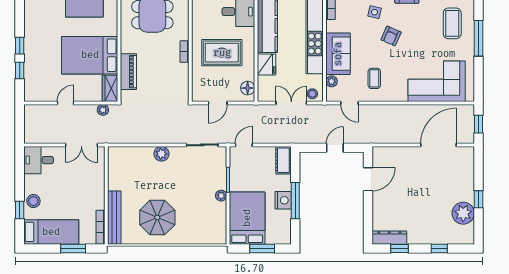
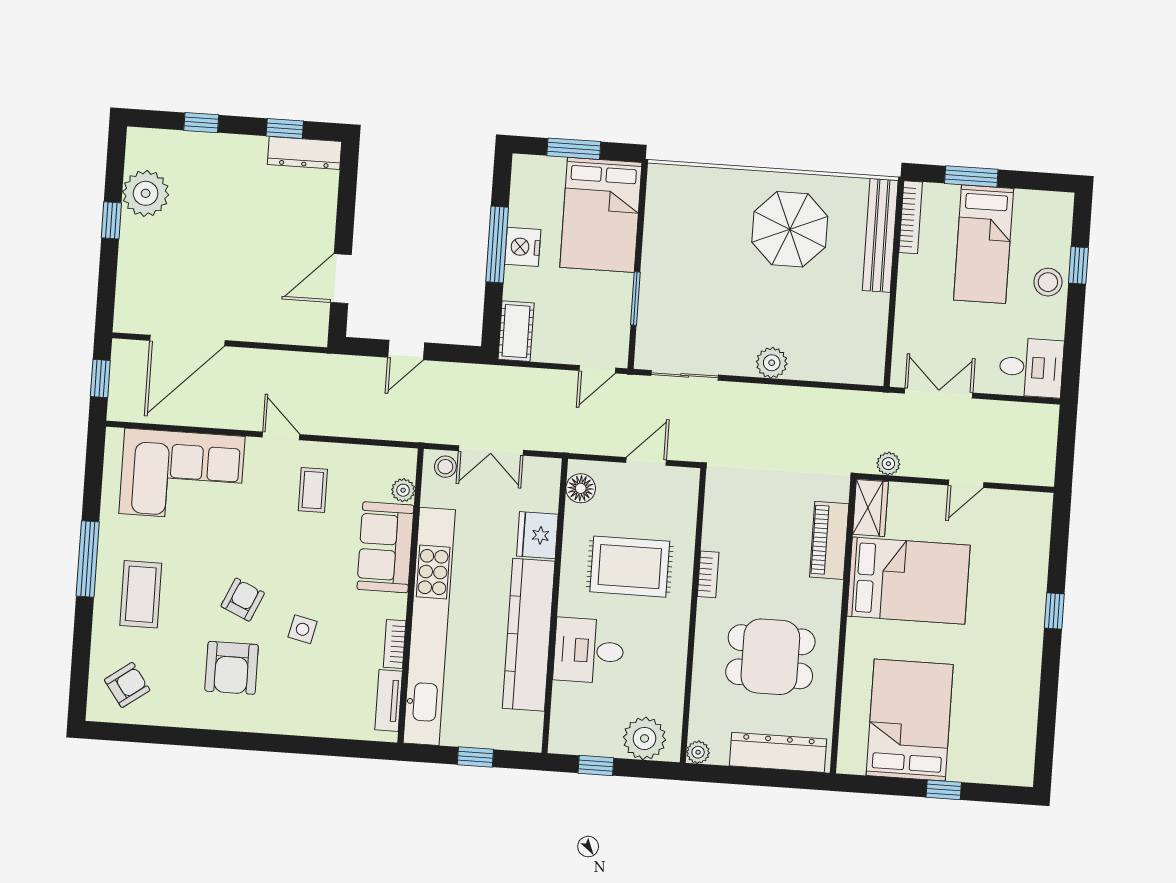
armchair: (391, 36) -> (243, 600), moved
window: (20, 70) -> (1058, 559), removed
door: (350, 103) -> (281, 436), moved
plant: (221, 196) -> (652, 266), removed
bed: (51, 232) -> (984, 244), moved, turned -90

